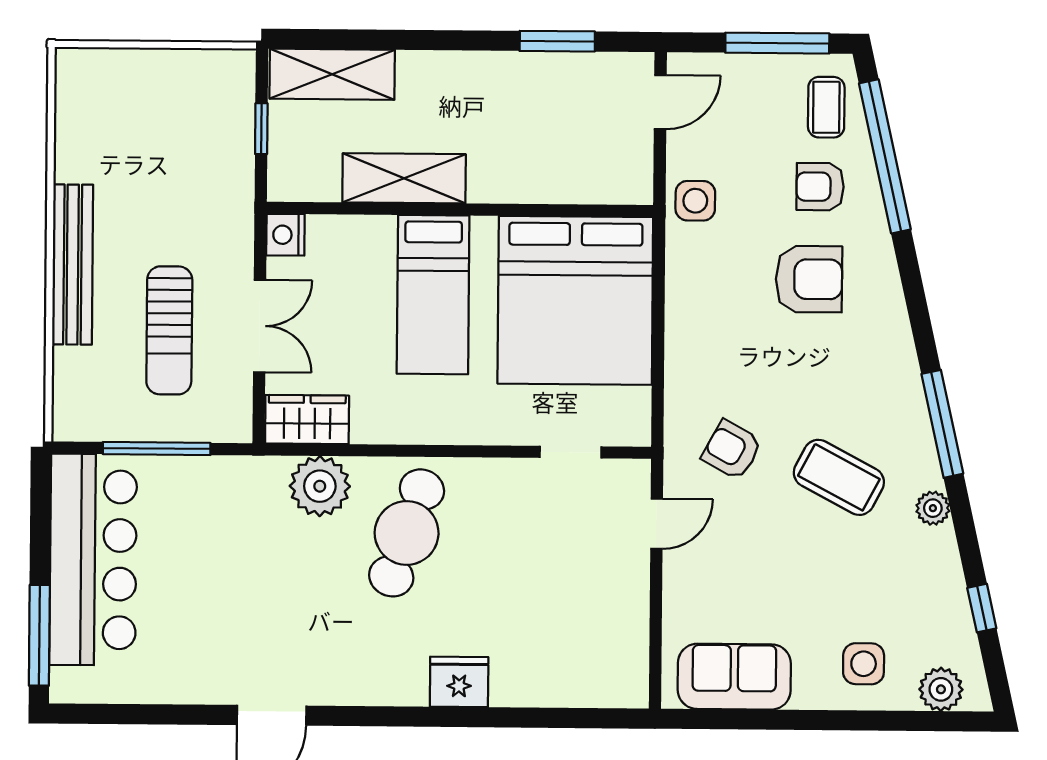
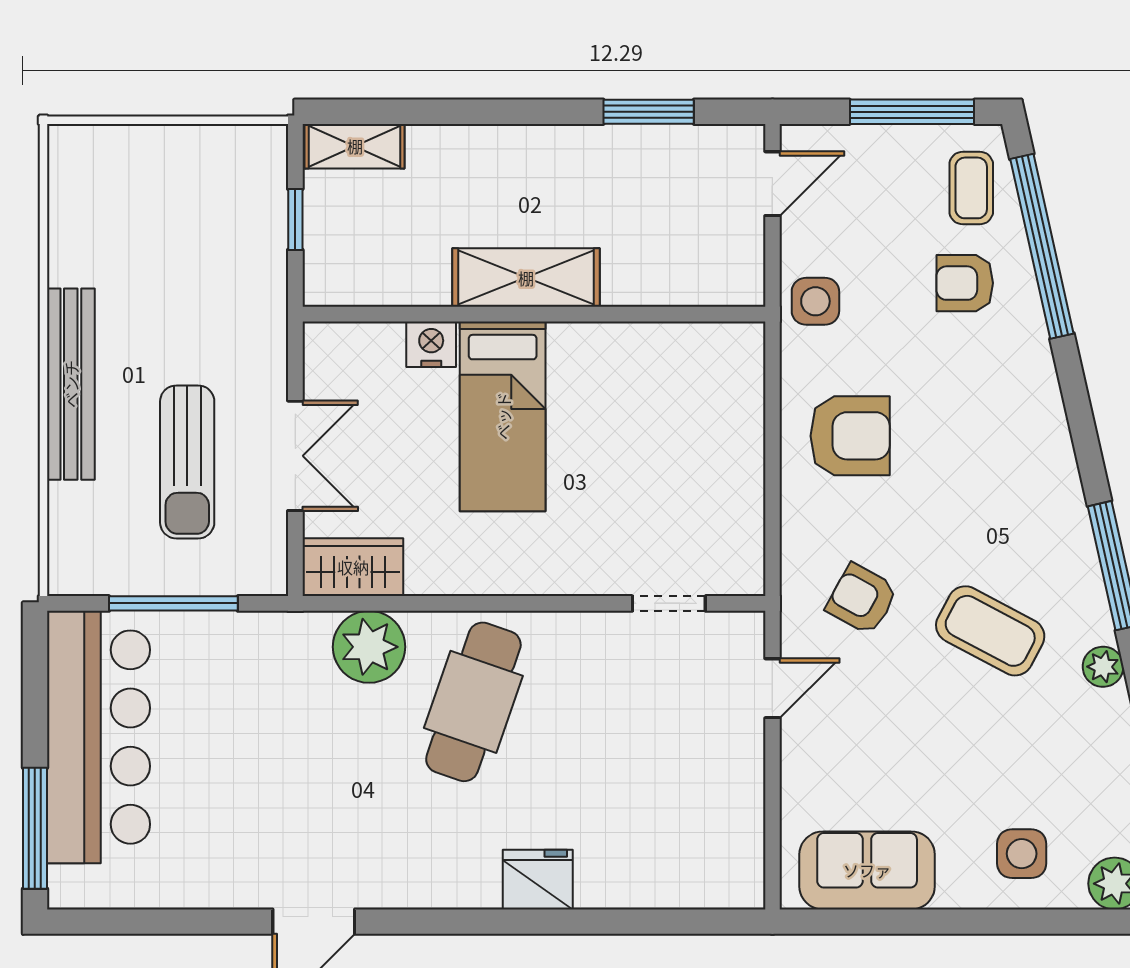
shelving: (332, 74) -> (355, 146), width x0.67, depth x0.75
shelving: (404, 178) -> (526, 278), moved
nightstand: (285, 235) -> (431, 344), moved, turned 90
armchair: (809, 279) -> (850, 436), moved
bed: (575, 300) -> (673, 422), removed

